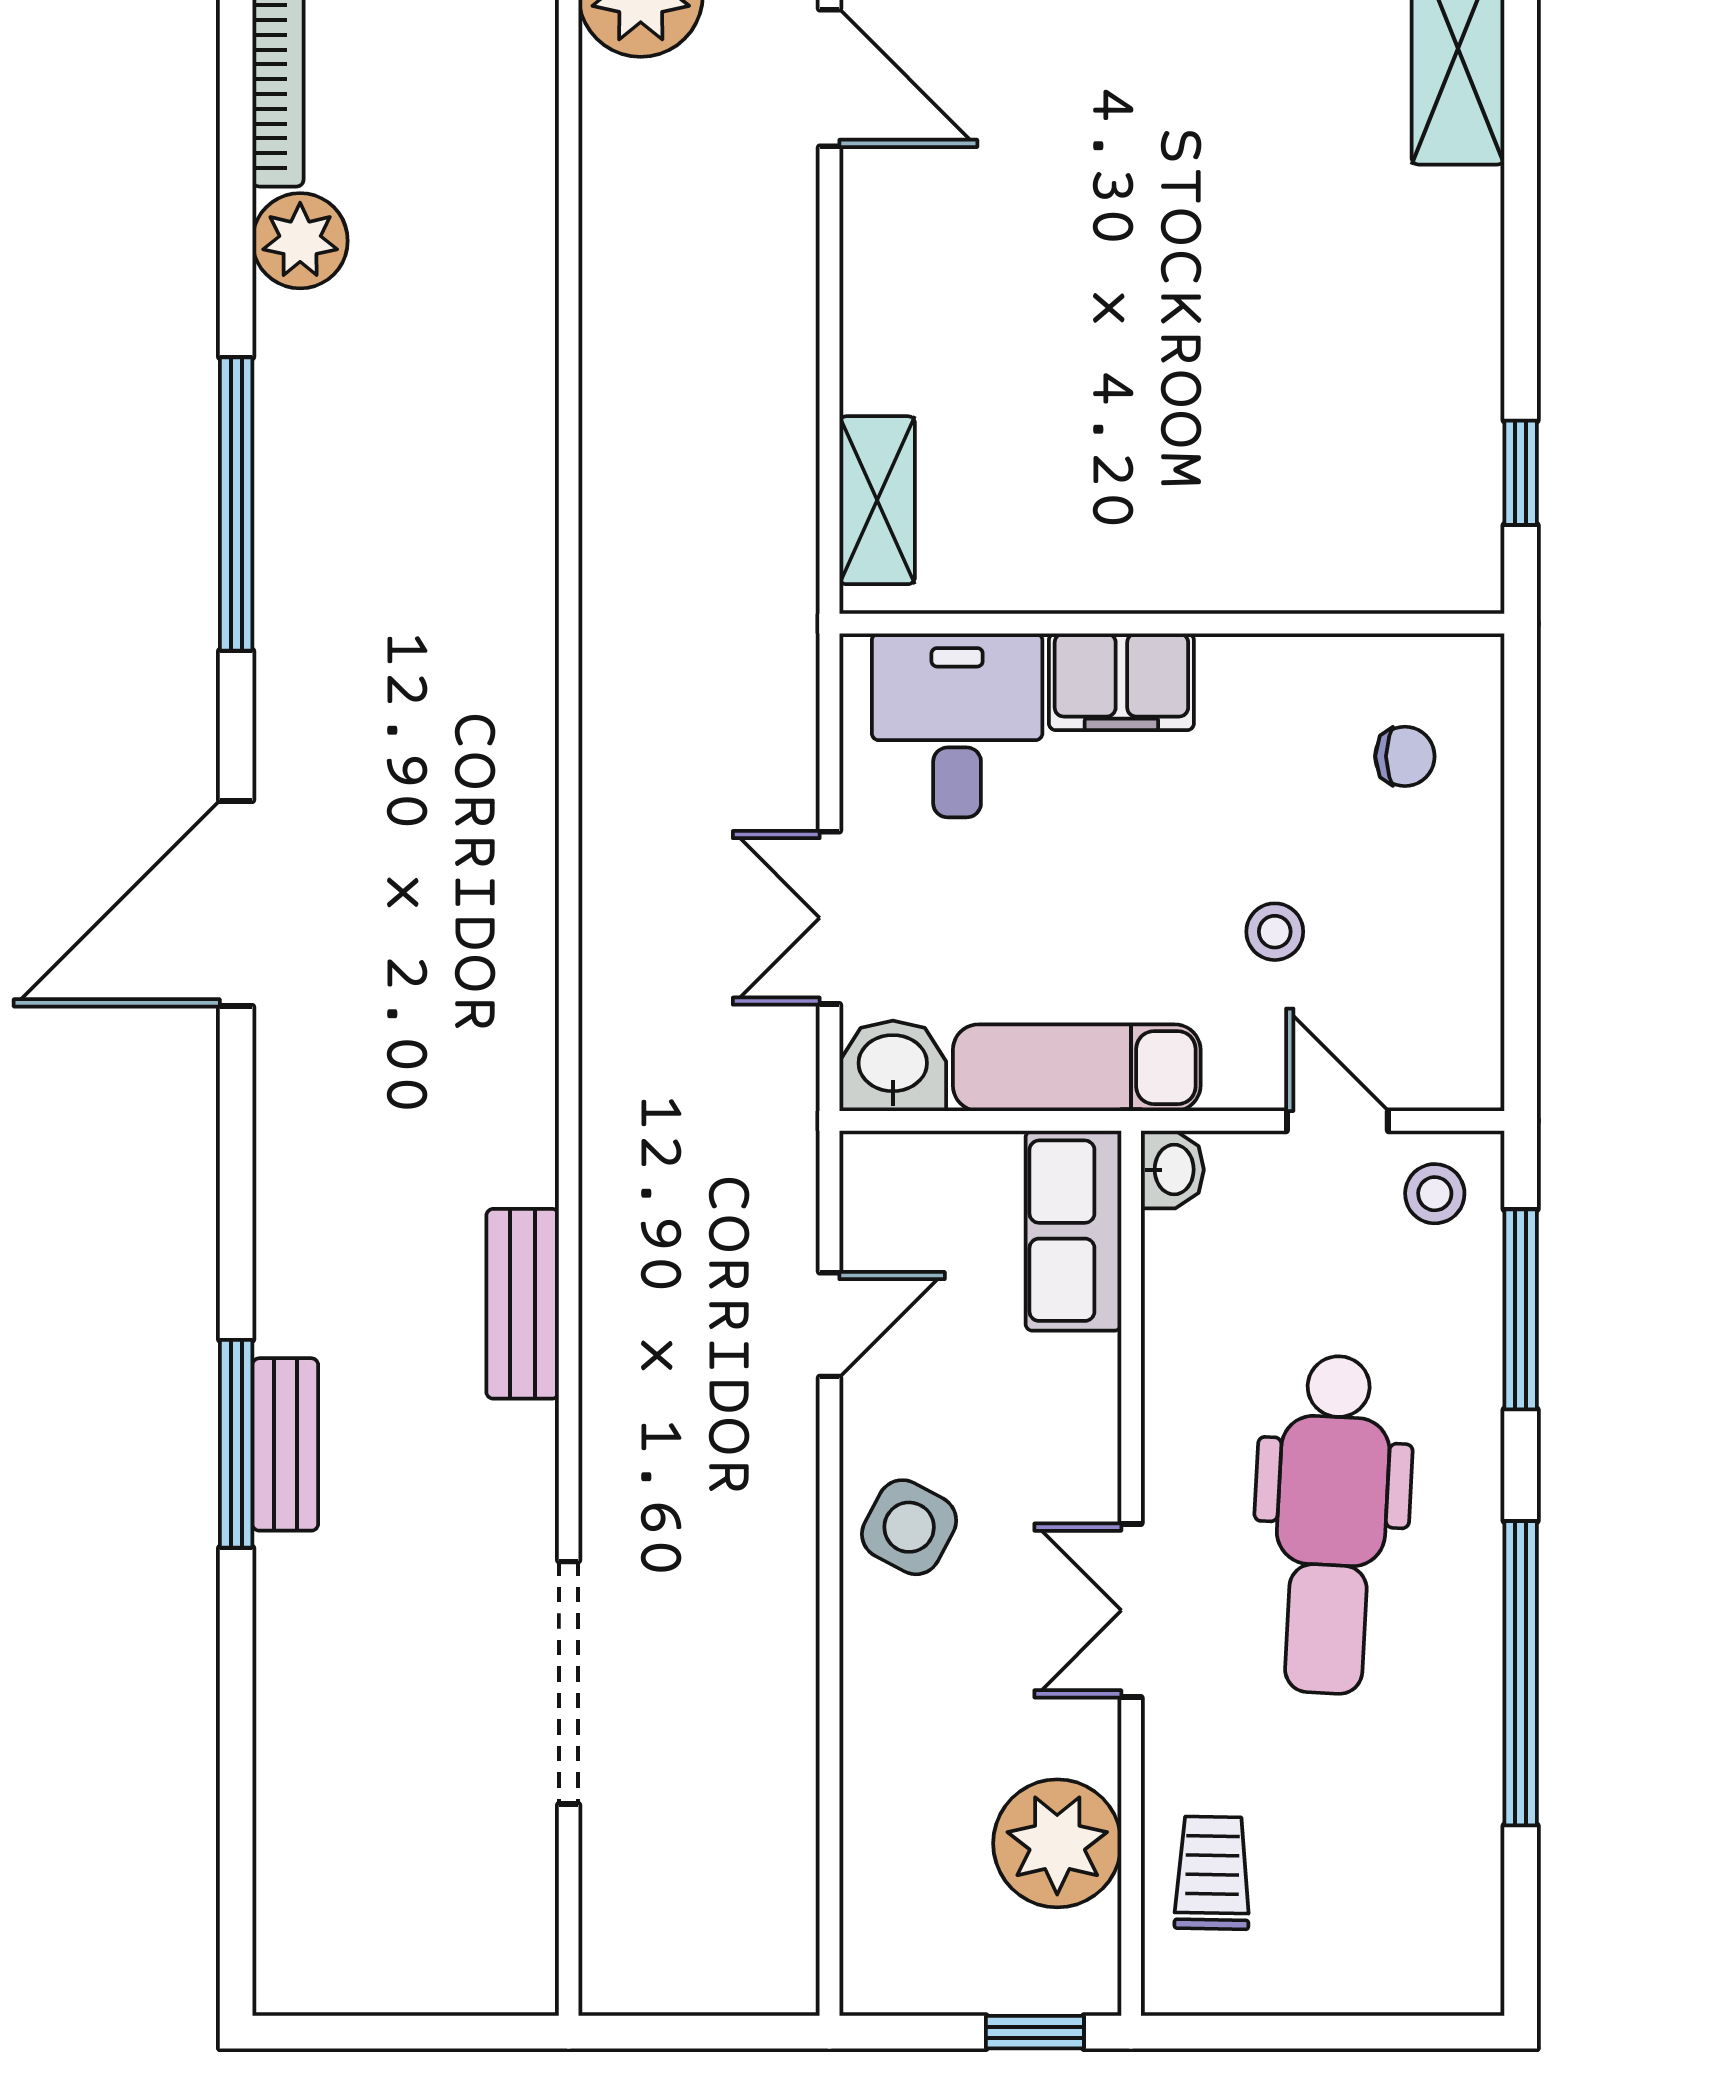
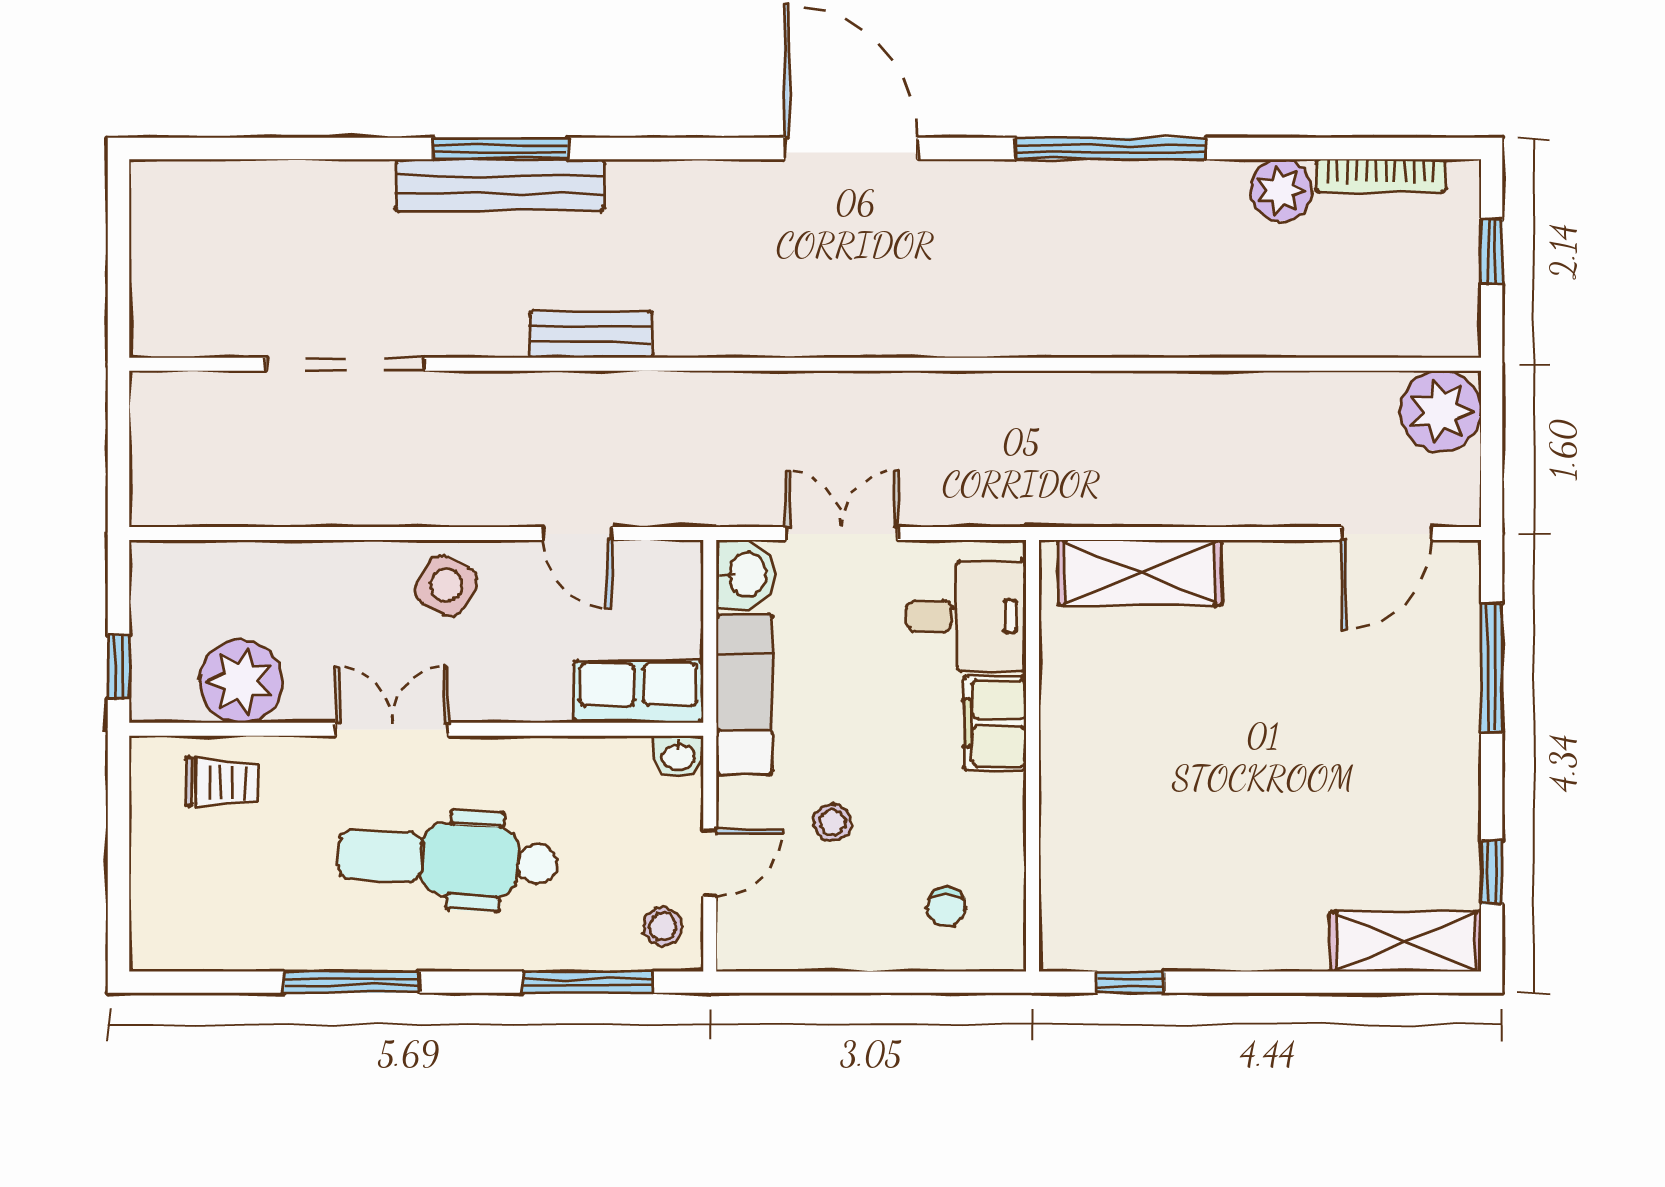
shelving: (877, 500) -> (1140, 573), width x1.50, depth x1.33
bench: (285, 1444) -> (500, 185), width x1.86, depth x1.21
window: (1521, 1673) -> (351, 982), width x0.68

